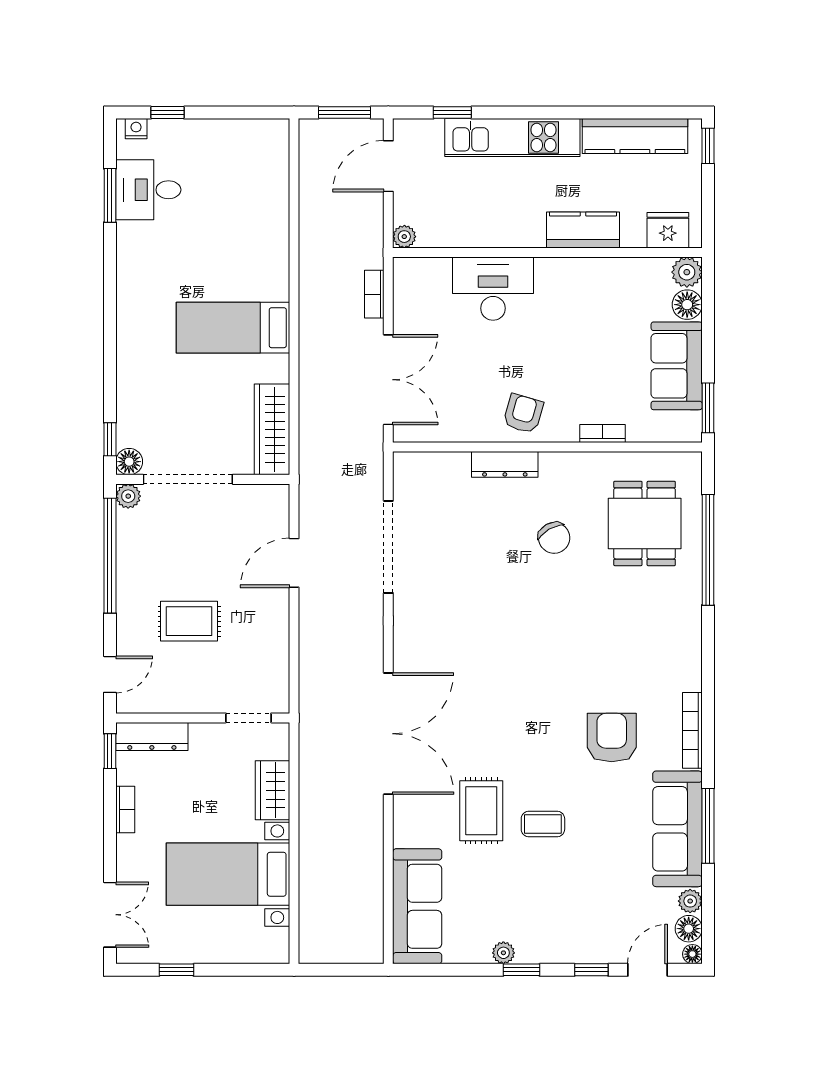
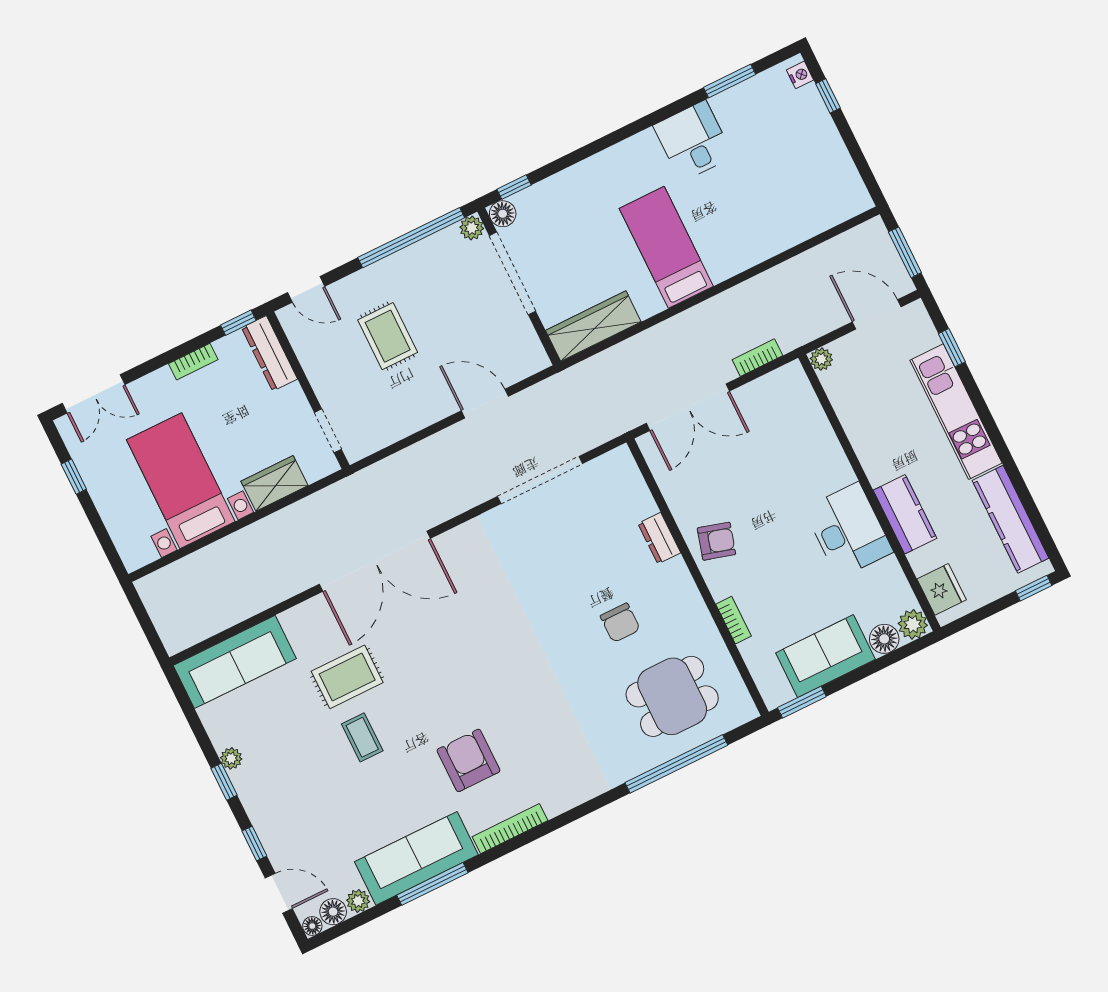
desk: (148, 190) -> (693, 141), moved
desk: (493, 289) -> (848, 530), moved
dresser: (505, 464) -> (659, 538), width x0.70
chair: (554, 538) -> (620, 623), turned -60
armchair: (612, 738) -> (469, 760), turned -90

